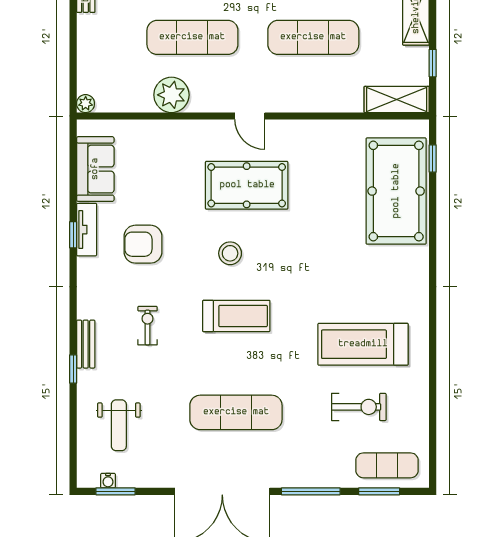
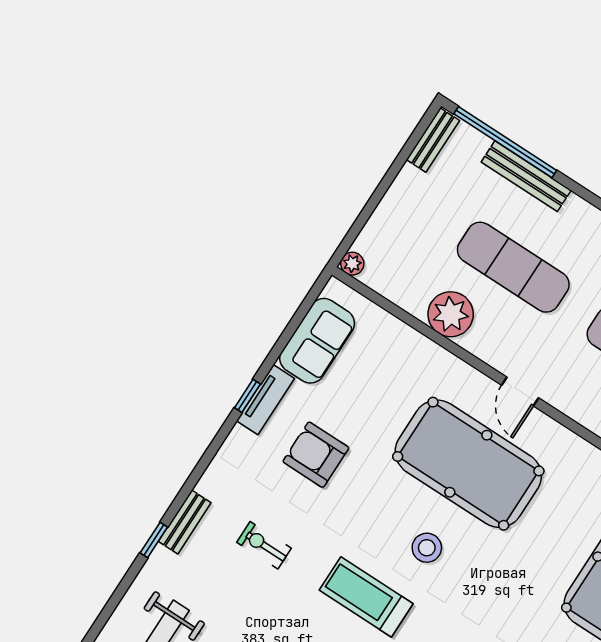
pool table: (247, 185) -> (468, 464), width x1.36, depth x1.32
stool: (230, 253) -> (427, 548), moved
treadmill: (236, 316) -> (366, 597), turned 180
exercise bike: (148, 326) -> (264, 545), turned -90

